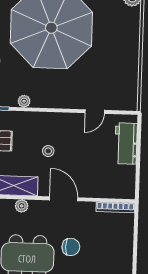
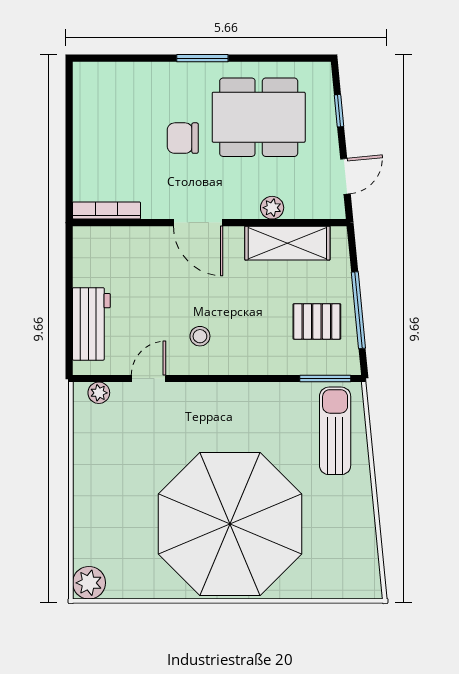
plant: (24, 101) -> (99, 393), moved
stool: (48, 151) -> (200, 336), moved

